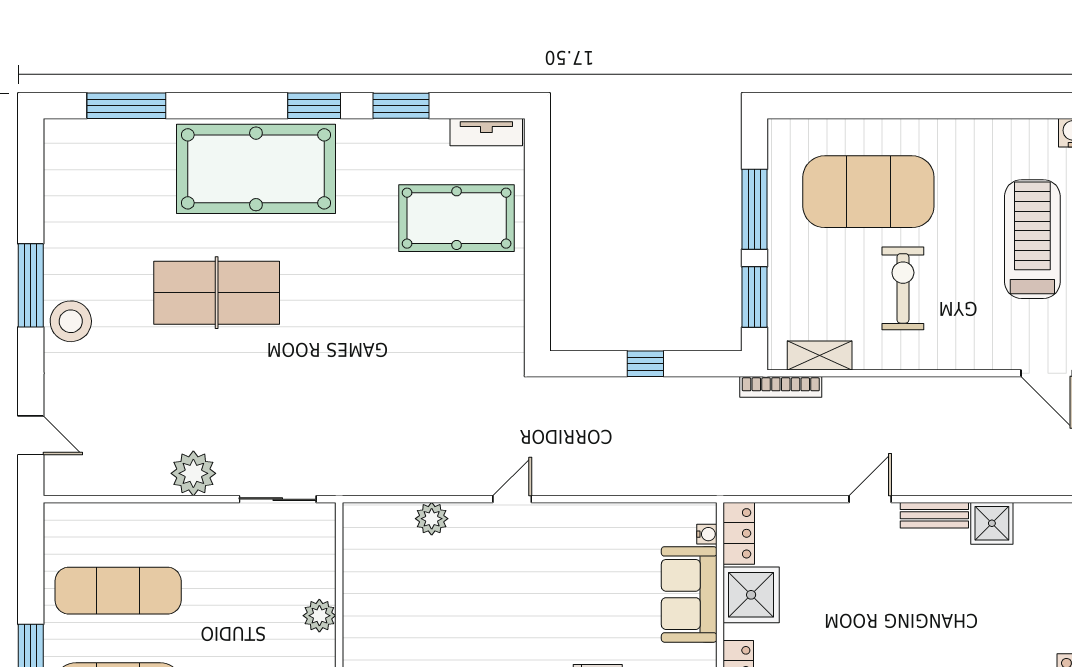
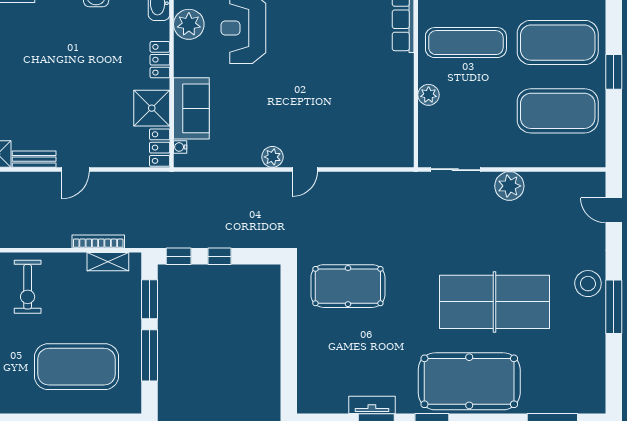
tv unit: (486, 132) -> (372, 405), moved
pool table: (457, 218) -> (348, 286), moved
exercise bike: (903, 288) -> (28, 287), moved
table tennis table: (217, 293) -> (494, 302), width x1.36, depth x1.32
window: (709, 364) -> (179, 256), added
bookcase: (781, 387) -> (98, 242), moved
plant: (432, 519) -> (272, 157), moved
exercise mat: (118, 591) -> (558, 111), width x1.47

